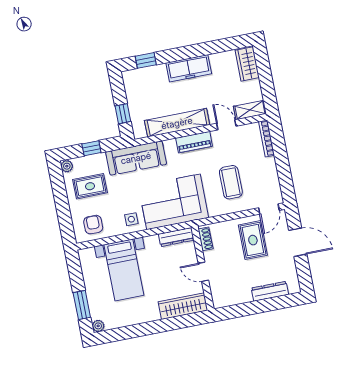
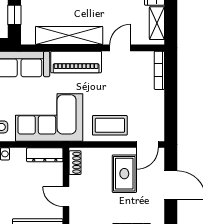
shelving: (250, 110) -> (157, 23), moved, turned 90
door: (226, 125) -> (120, 48), hinge flipped
piano: (194, 142) -> (76, 62), width x1.37, depth x1.33
coffee table: (231, 182) -> (110, 125), moved, turned 90

